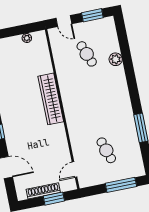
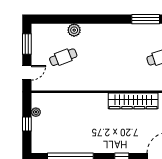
window: (13, 31) -> (27, 124), added
wardrobe: (51, 99) -> (133, 101), moved

